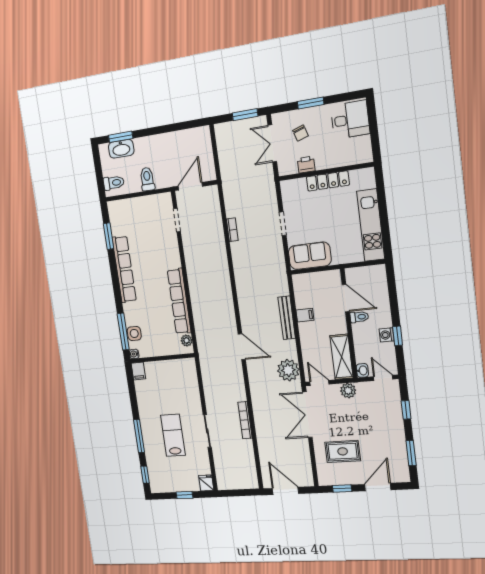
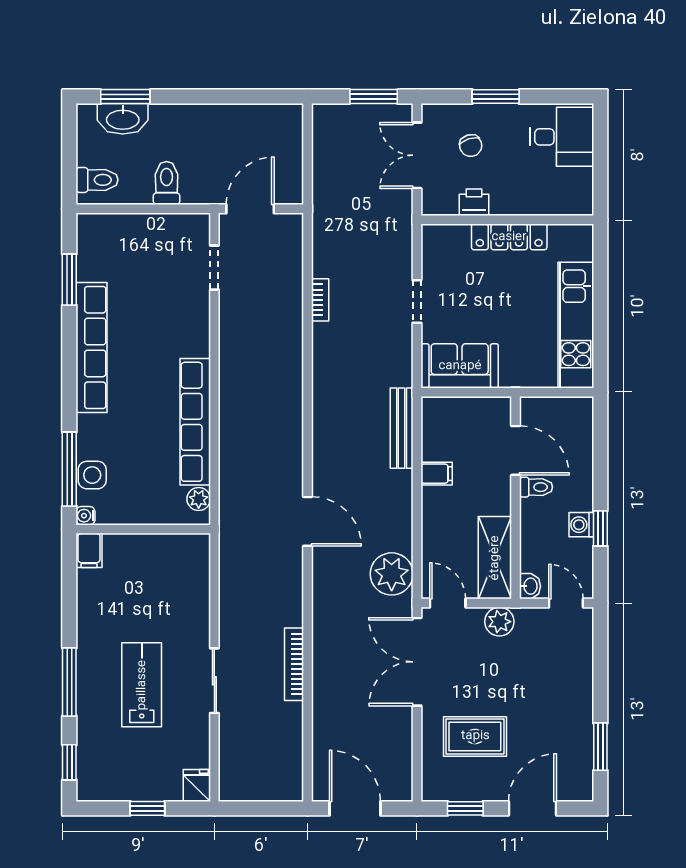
bench: (287, 318) -> (402, 428), moved
window: (406, 410) -> (600, 665), removed

